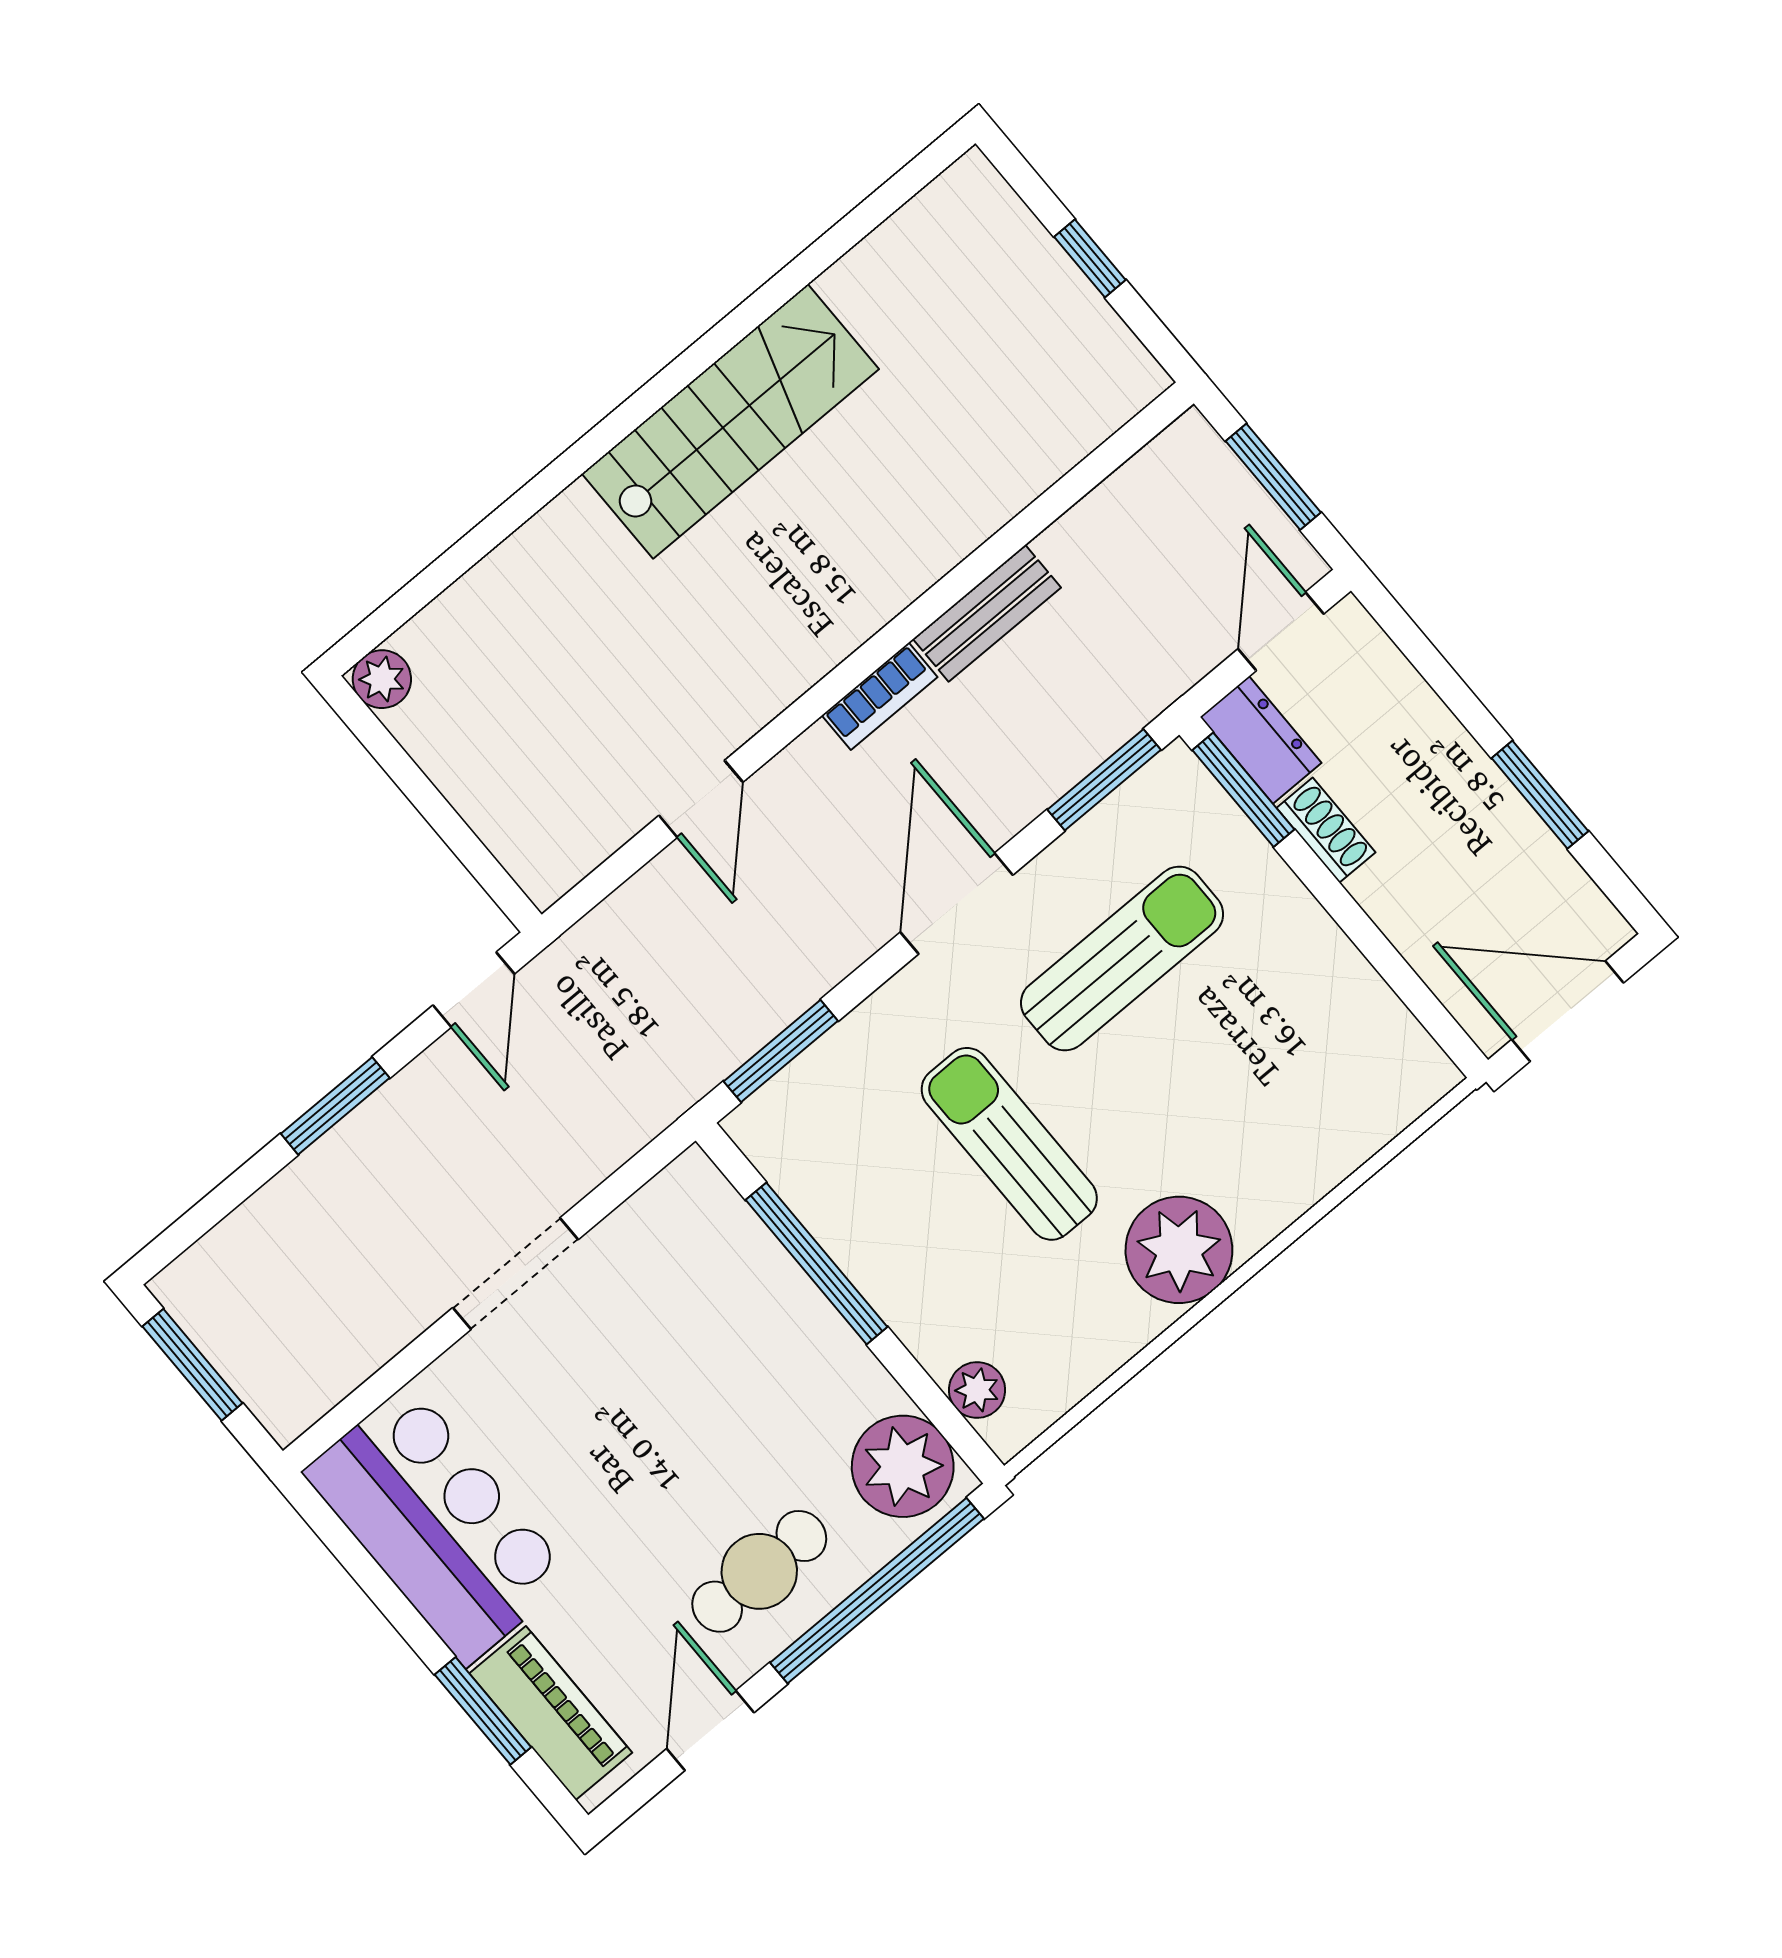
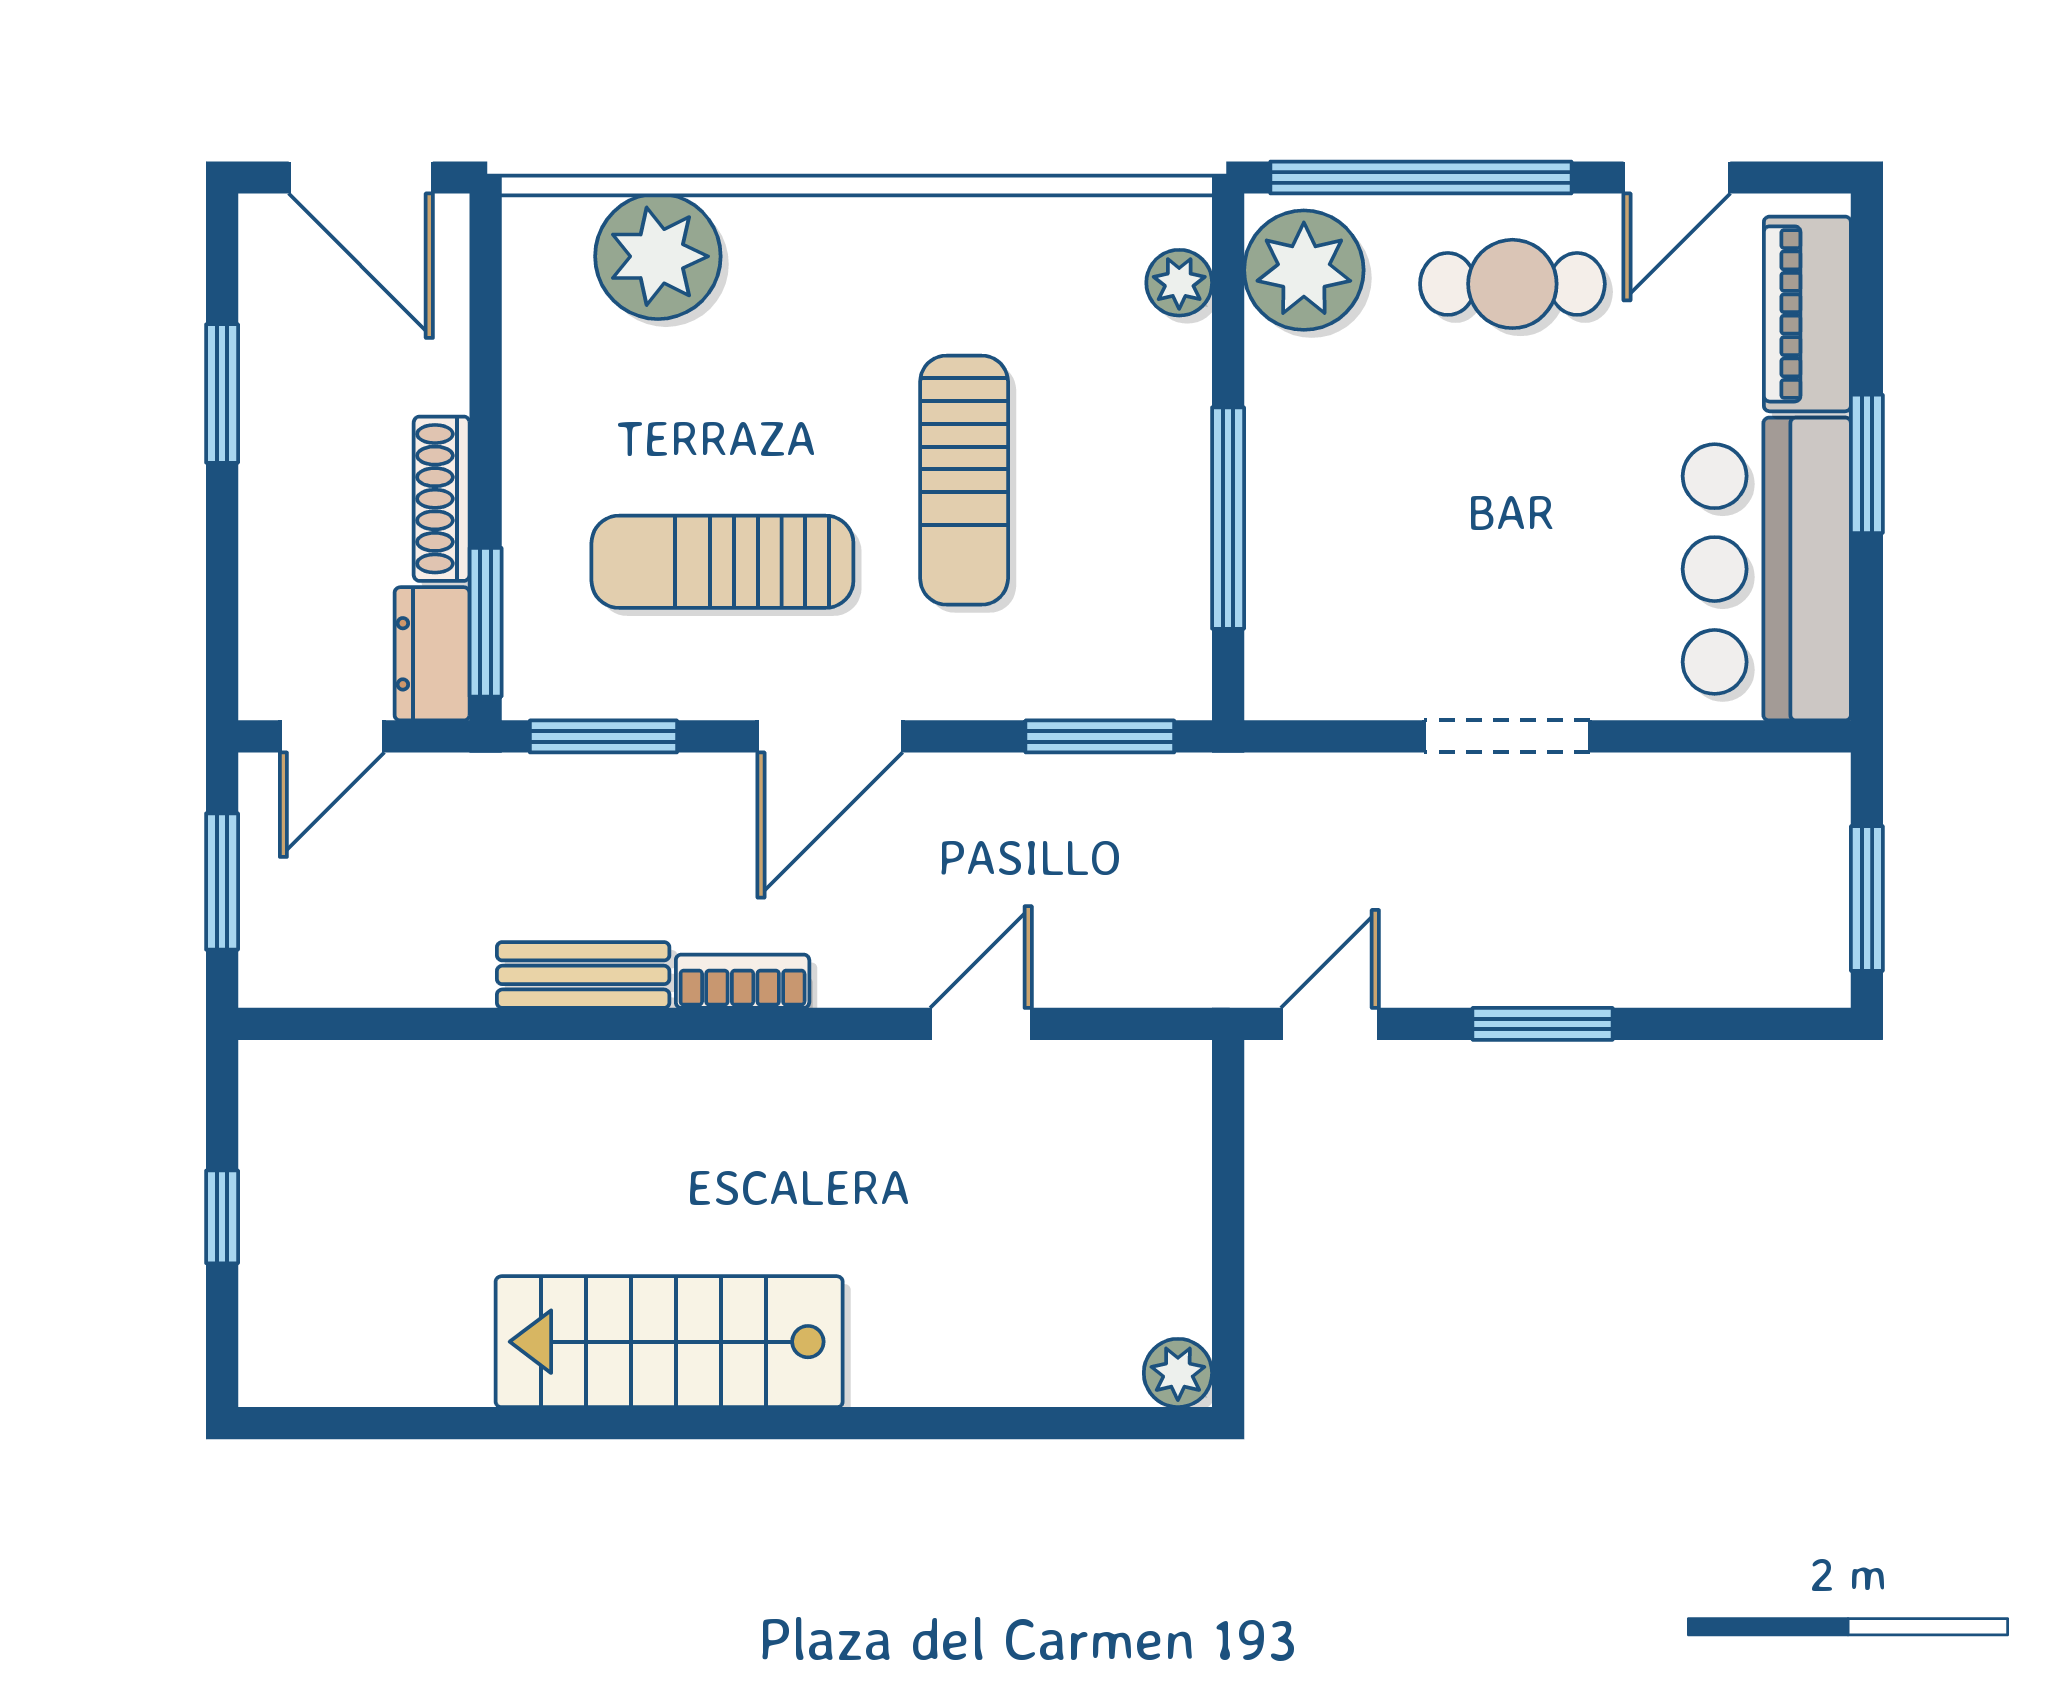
shoe rack: (1326, 830) -> (442, 499), width x1.43
plant: (1179, 1250) -> (658, 256), moved
window: (483, 1711) -> (1867, 464), moved

